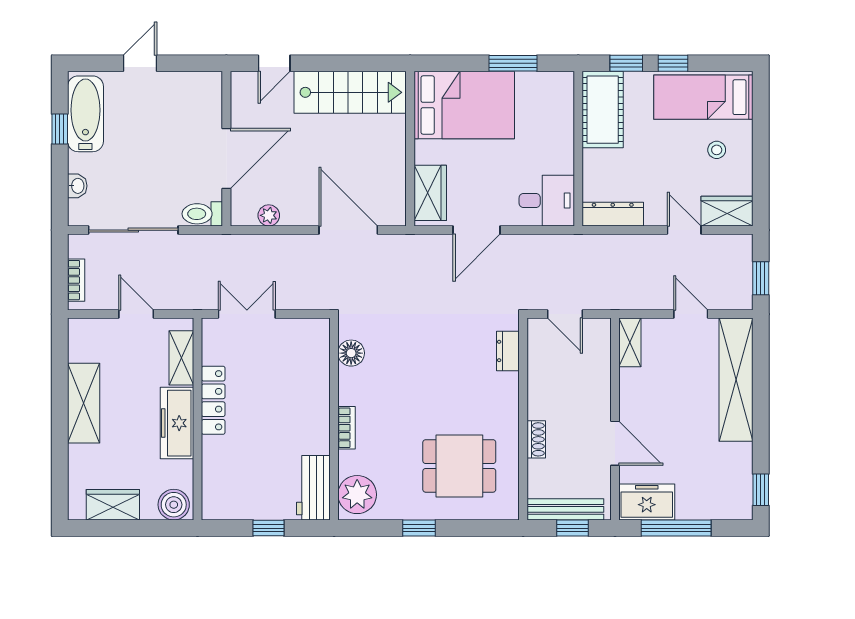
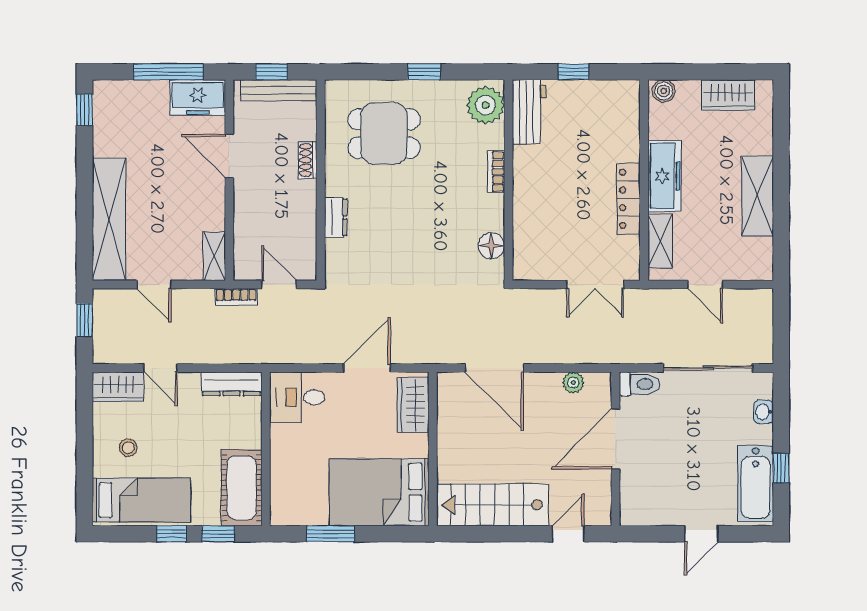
bookcase: (76, 280) -> (236, 297), moved, turned -90
dresser: (508, 351) -> (336, 217), moved
boiler: (174, 505) -> (664, 91), width x0.73, depth x0.73

